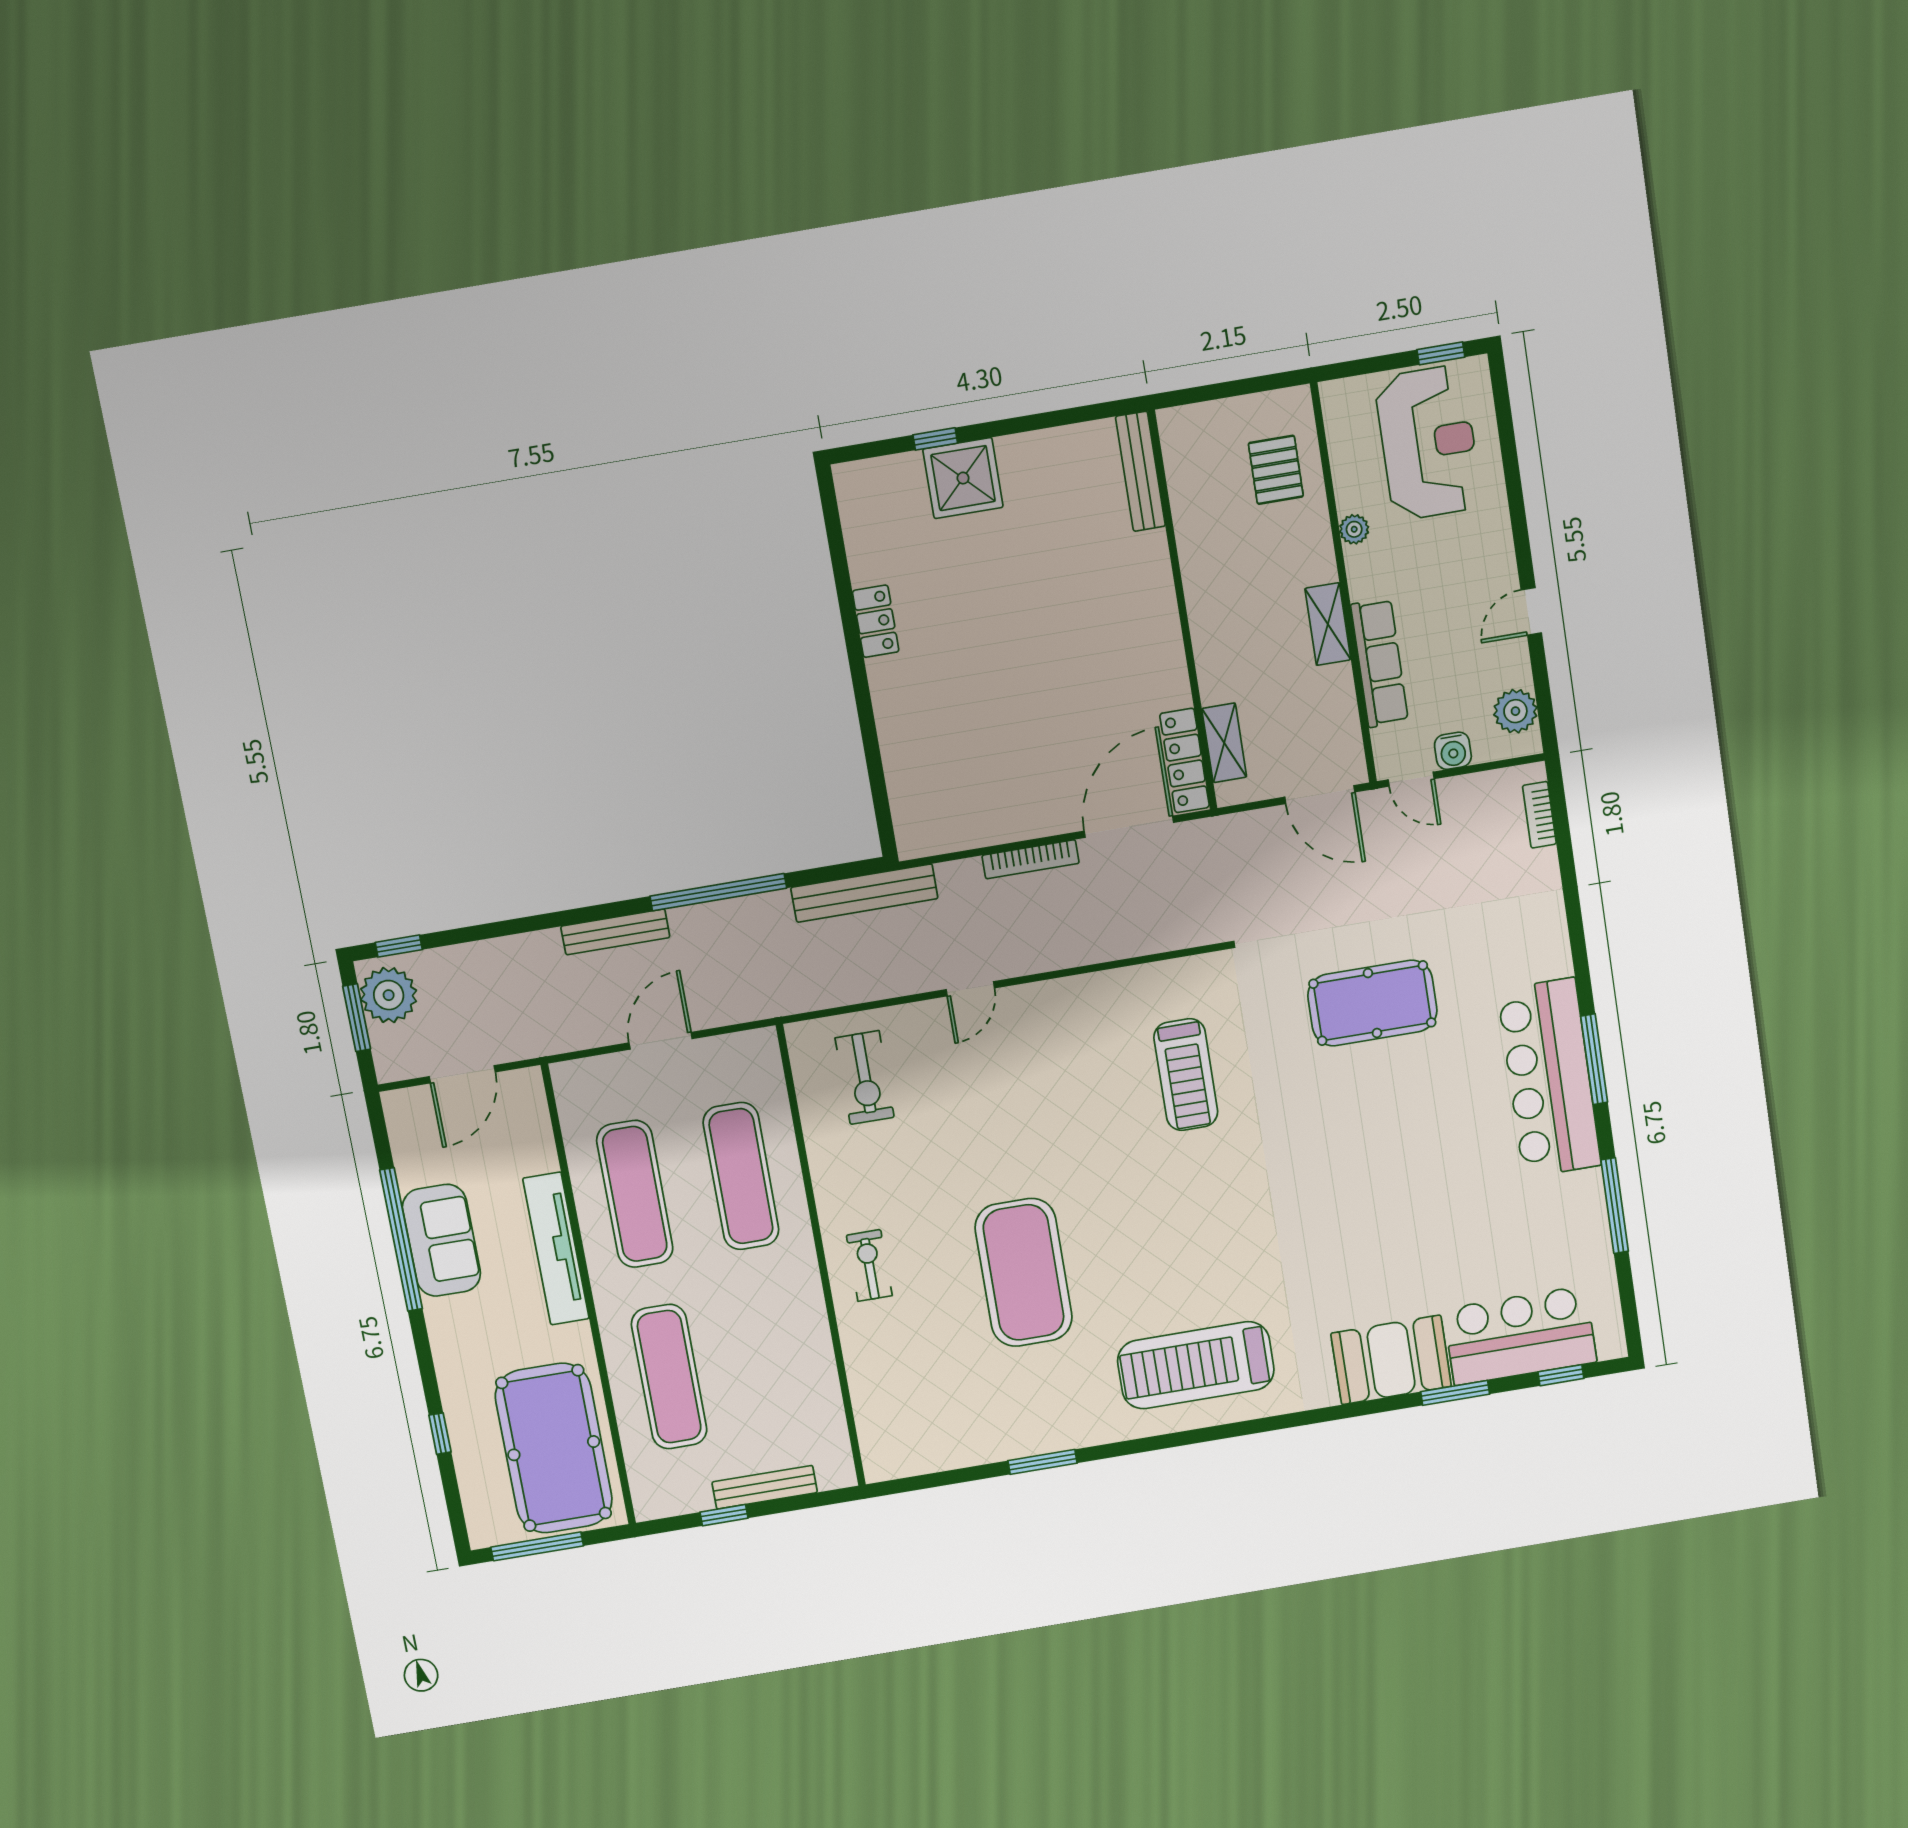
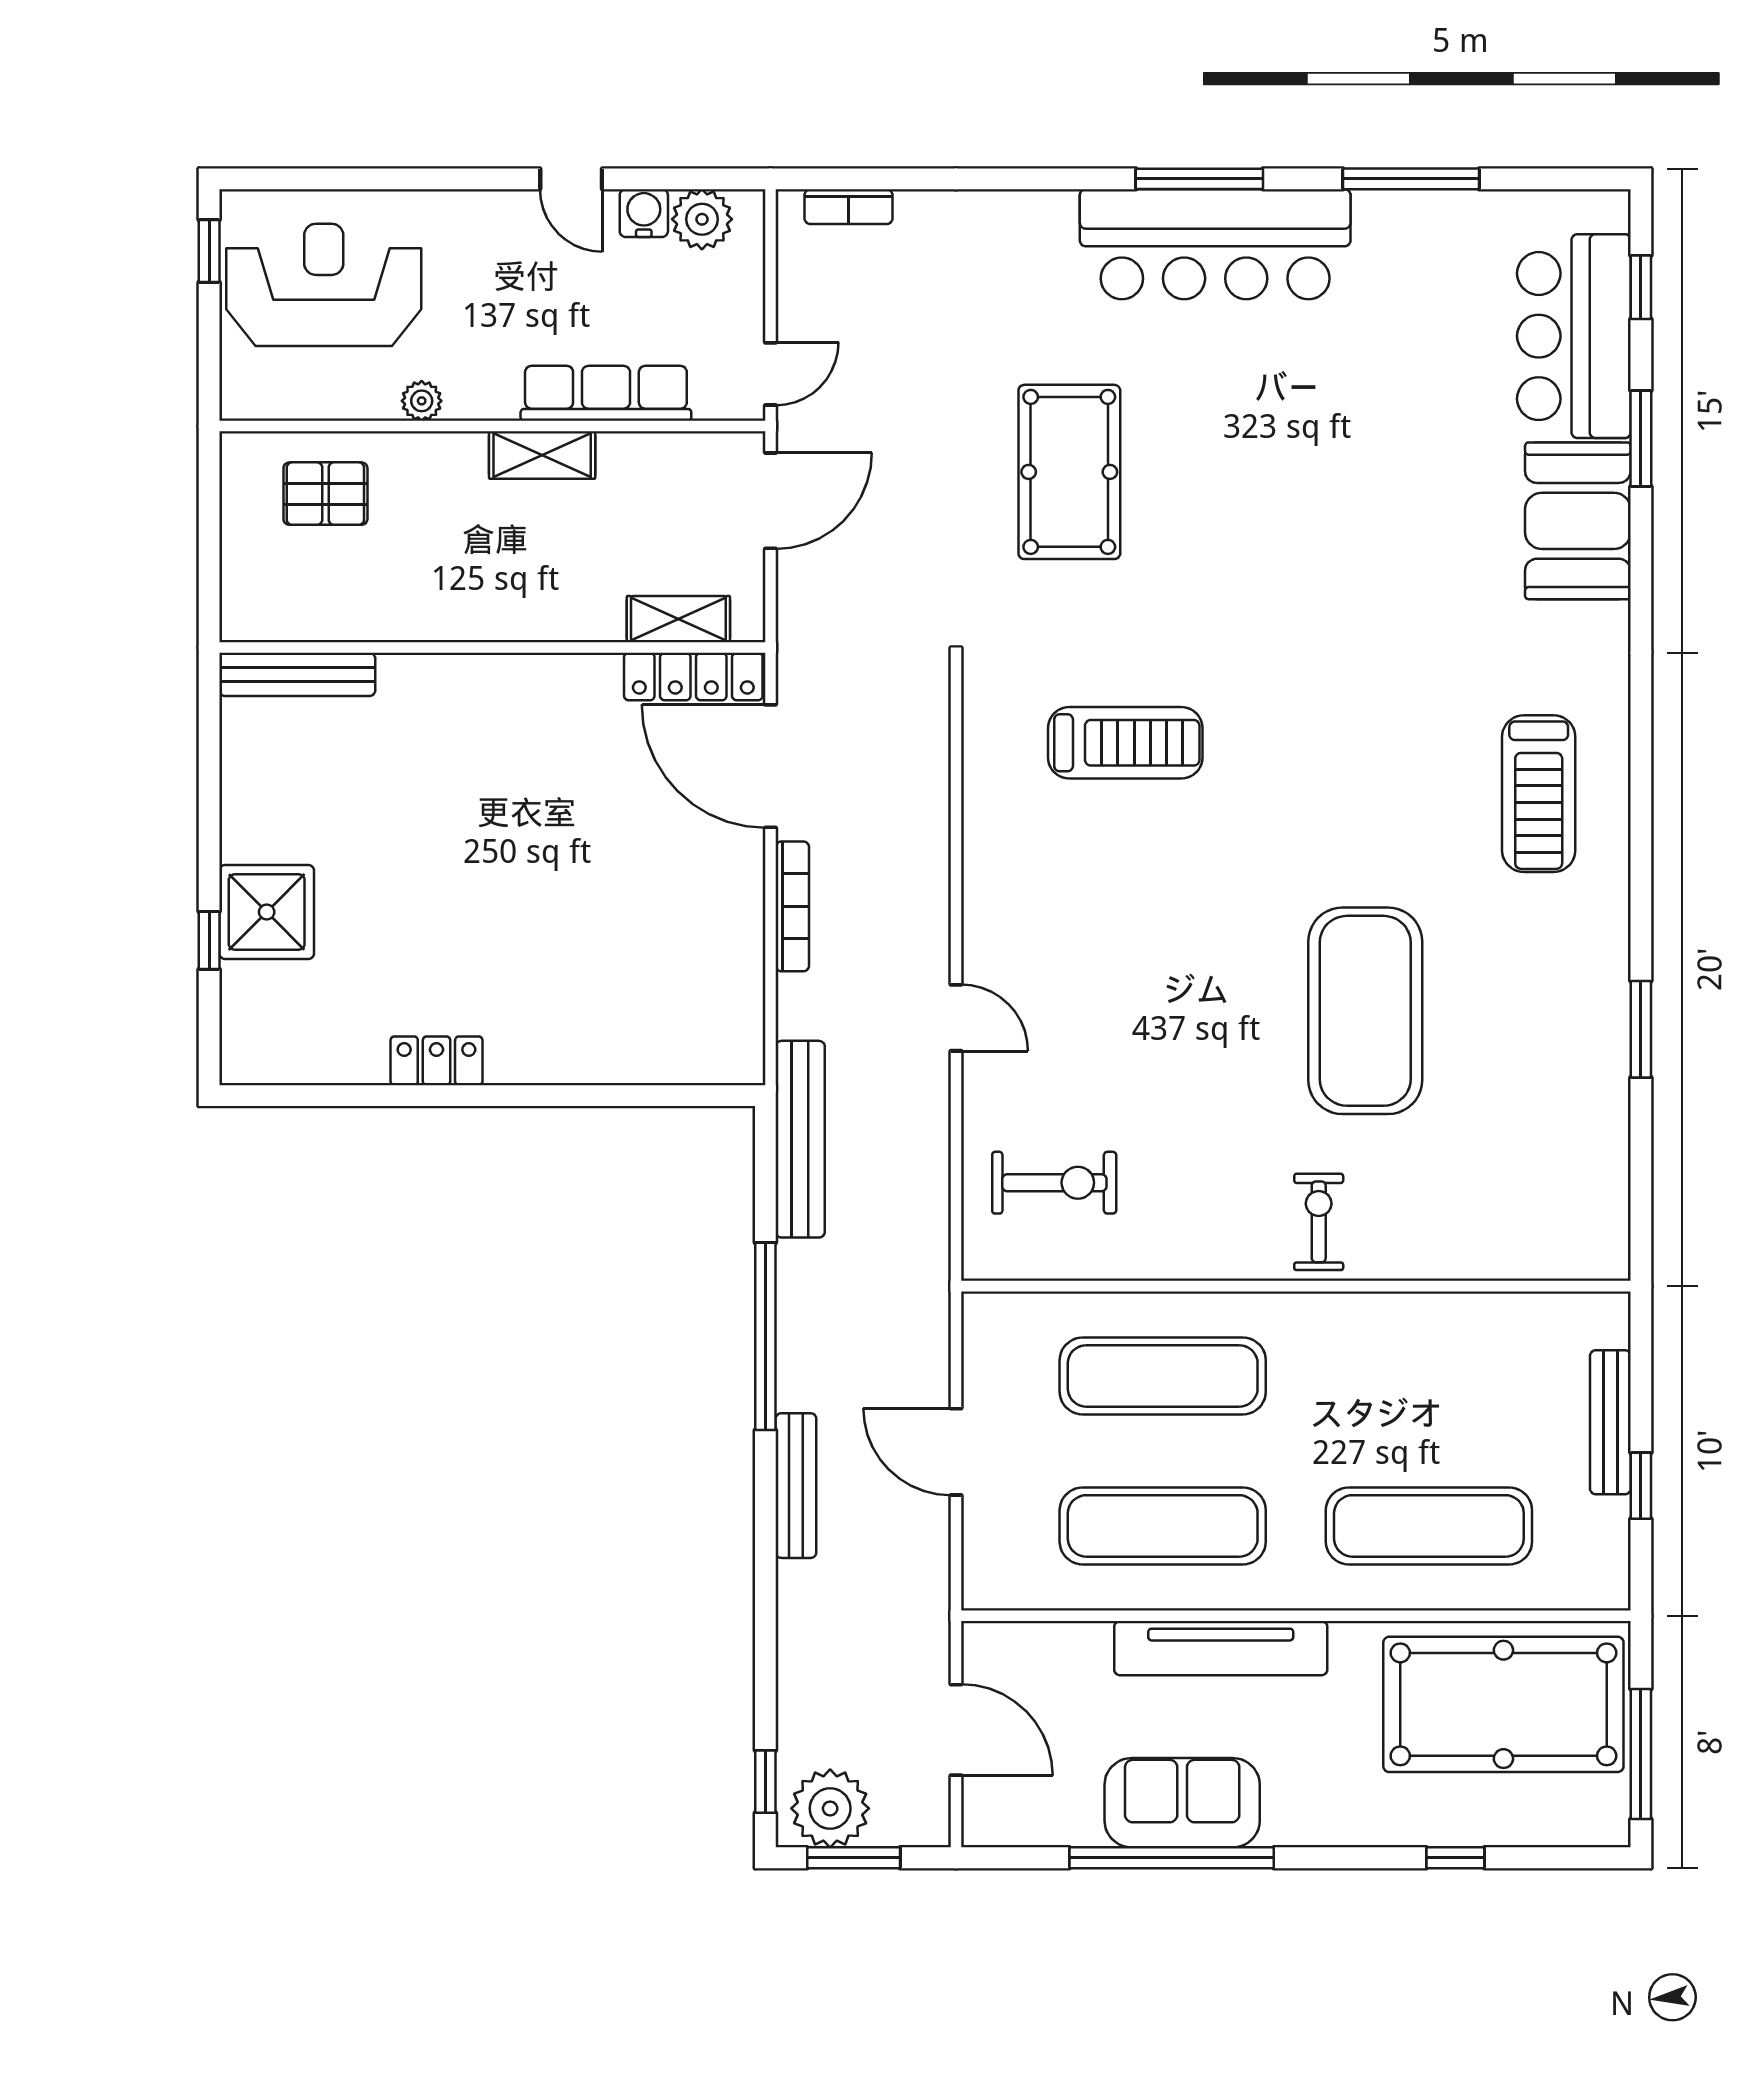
water cooler: (1453, 751) -> (644, 213), moved, turned -90
exercise bike: (869, 1265) -> (1319, 1222), turned 90
exercise mat: (1024, 1272) -> (1365, 1011), turned 90
treadmill: (1196, 1365) -> (1539, 794), width x0.73, depth x0.73

